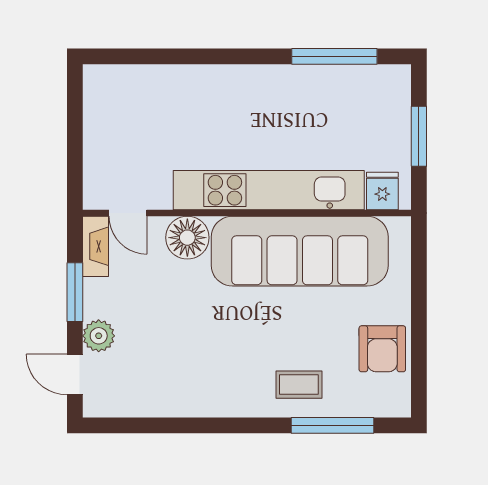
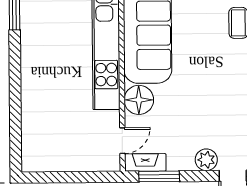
window: (75, 292) -> (159, 176), moved

